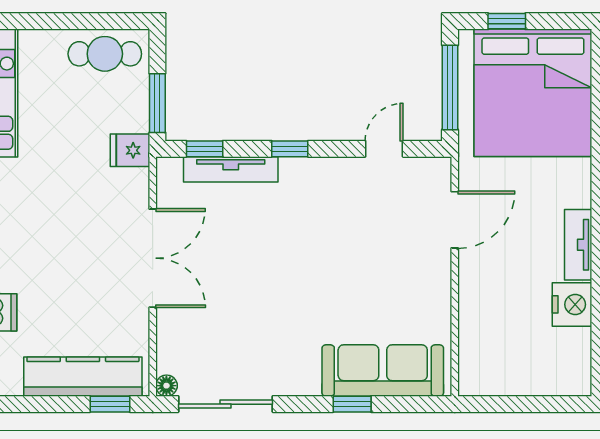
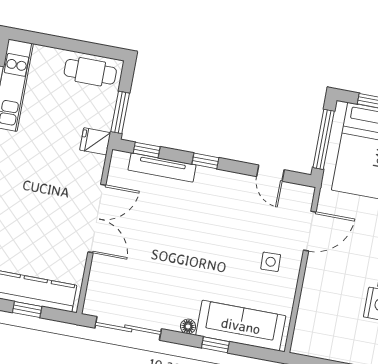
door: (384, 149) -> (270, 173), swing flipped
side table: (408, 273) -> (271, 262), added
floor lamp: (166, 386) -> (188, 326), moved
window: (110, 404) -> (27, 309), moved

